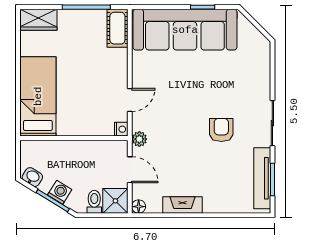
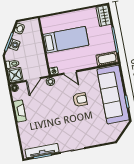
bed: (38, 96) -> (66, 40), moved
armchair: (221, 130) -> (80, 100), moved

